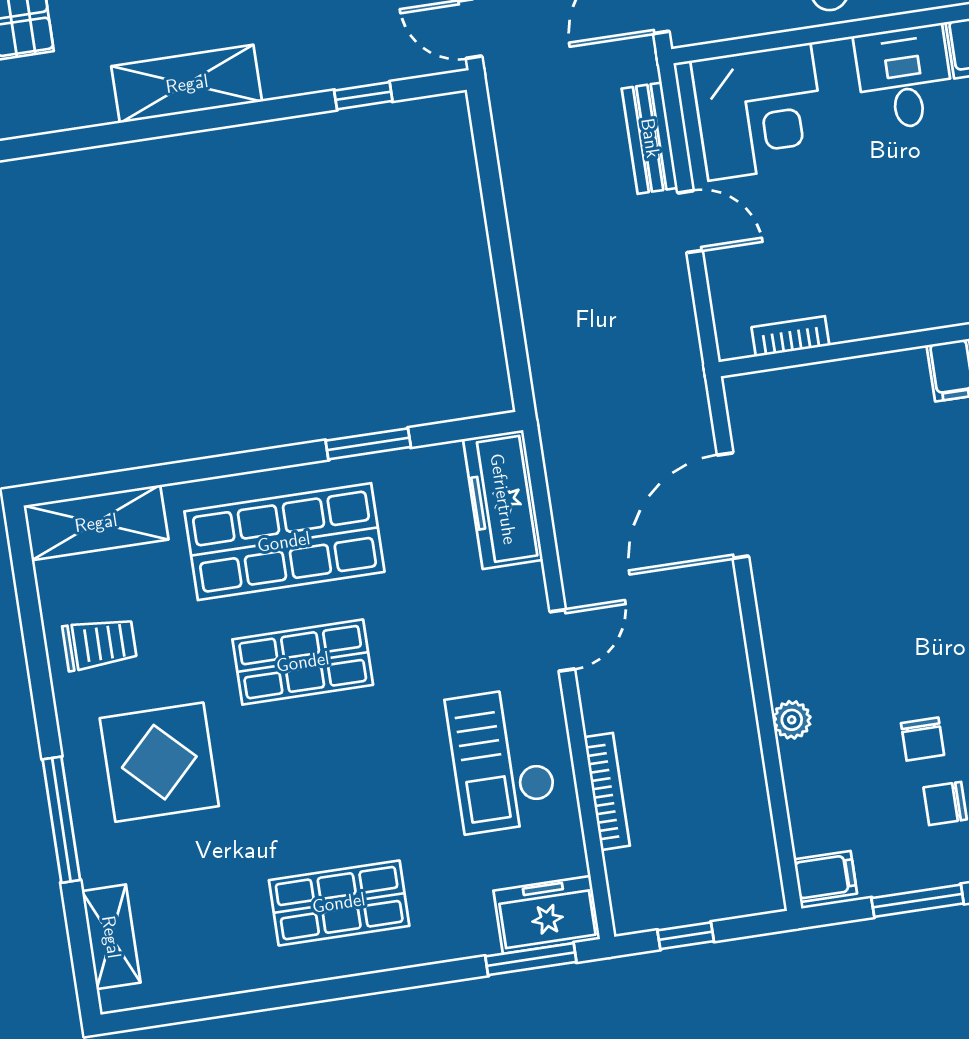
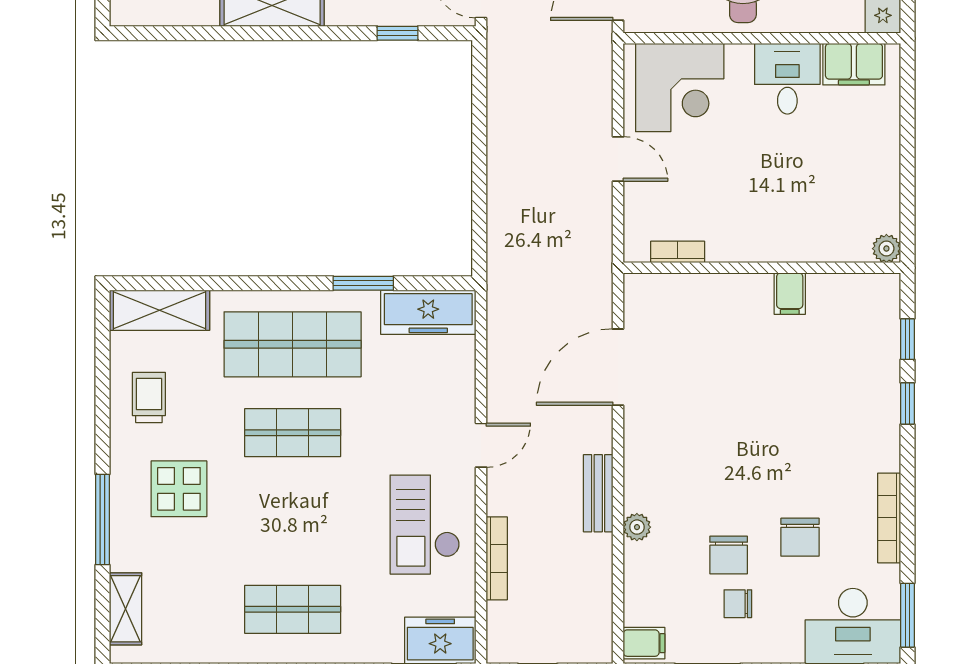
bench: (650, 138) -> (598, 493), moved
freezer: (503, 499) -> (428, 312), moved, turned -90
trolley: (100, 644) -> (149, 398), turned -90
chair: (922, 739) -> (729, 555), width x1.37, depth x1.37
display table: (159, 762) -> (179, 489), width x0.73, depth x0.73

